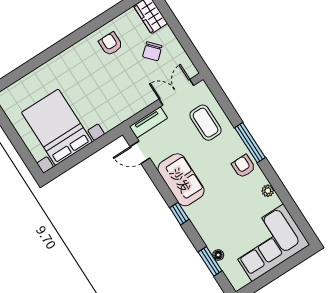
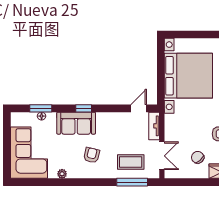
bed with nightstands: (57, 127) -> (188, 76), width x1.36
window: (250, 143) -> (132, 182), moved
armchair: (243, 166) -> (92, 155), moved, turned -77
sofa: (181, 180) -> (76, 123), moved

